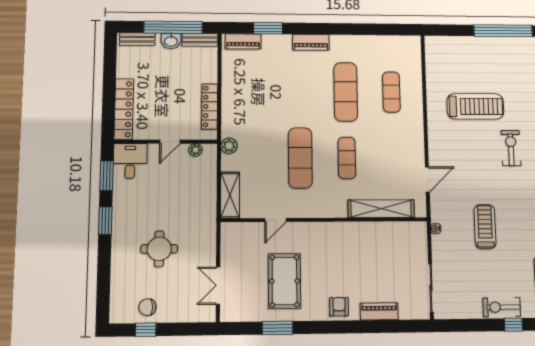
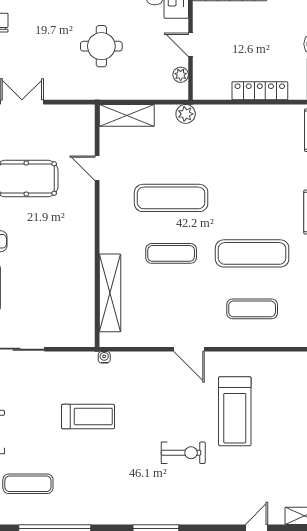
locker: (210, 106) -> (260, 91), moved
door: (427, 179) -> (189, 349), moved
water cooler: (436, 229) -> (104, 357), moved
round table: (159, 249) -> (101, 46), moved

